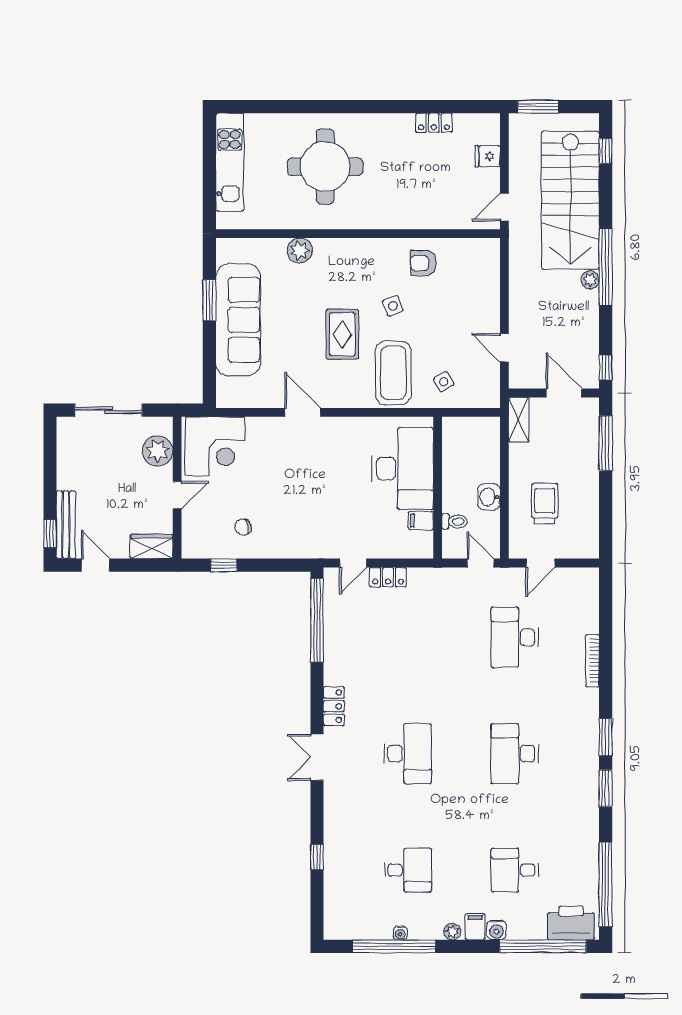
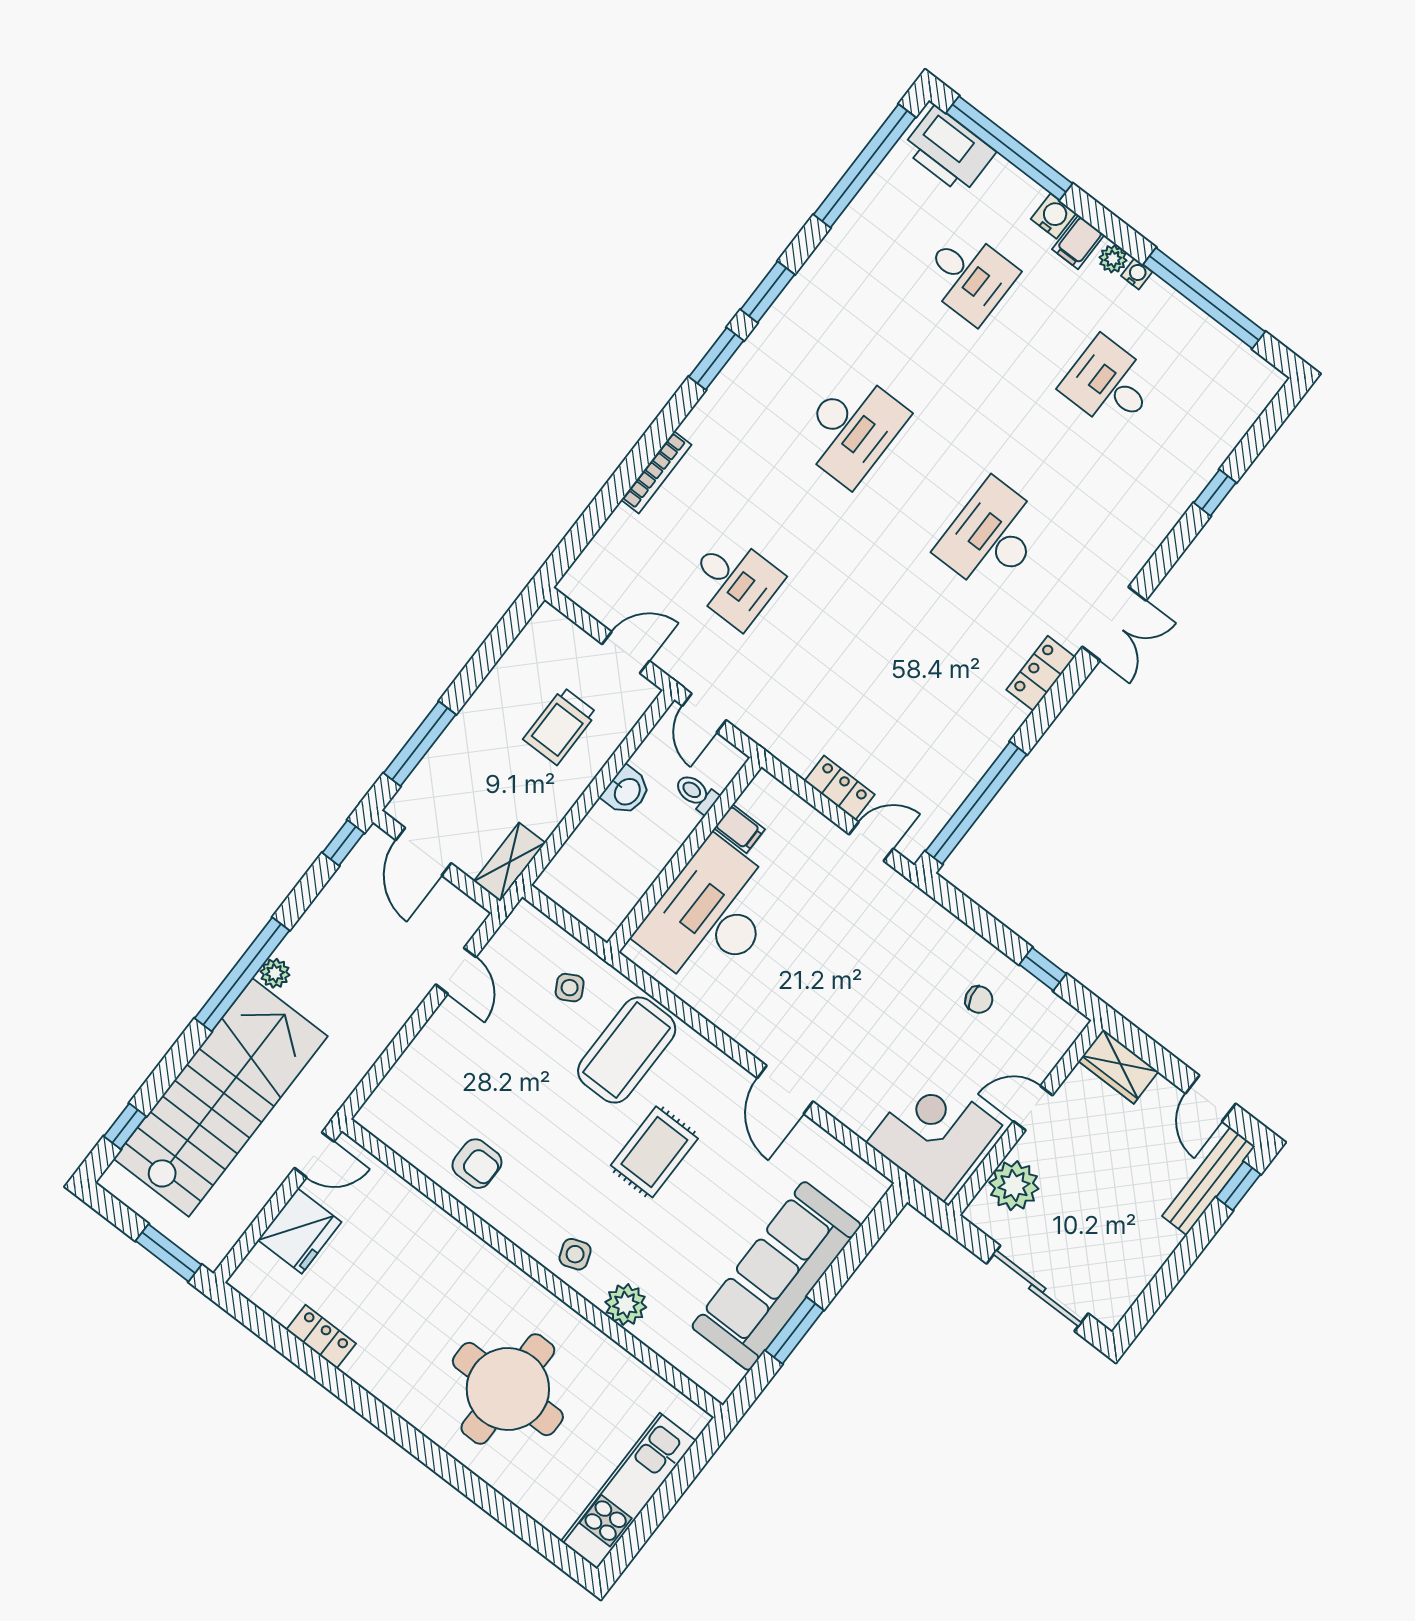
fridge: (487, 156) -> (300, 1231), width x1.88, depth x1.34
side table: (393, 306) -> (575, 1254), moved
desk: (515, 637) -> (734, 581), width x0.73
water cooler: (400, 933) -> (1137, 274), moved

